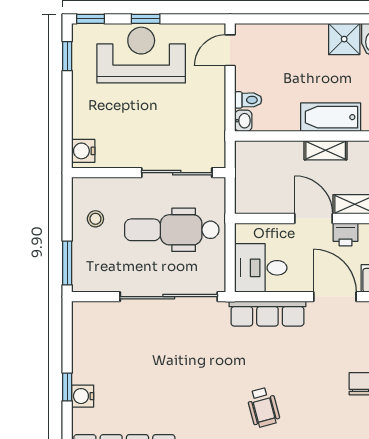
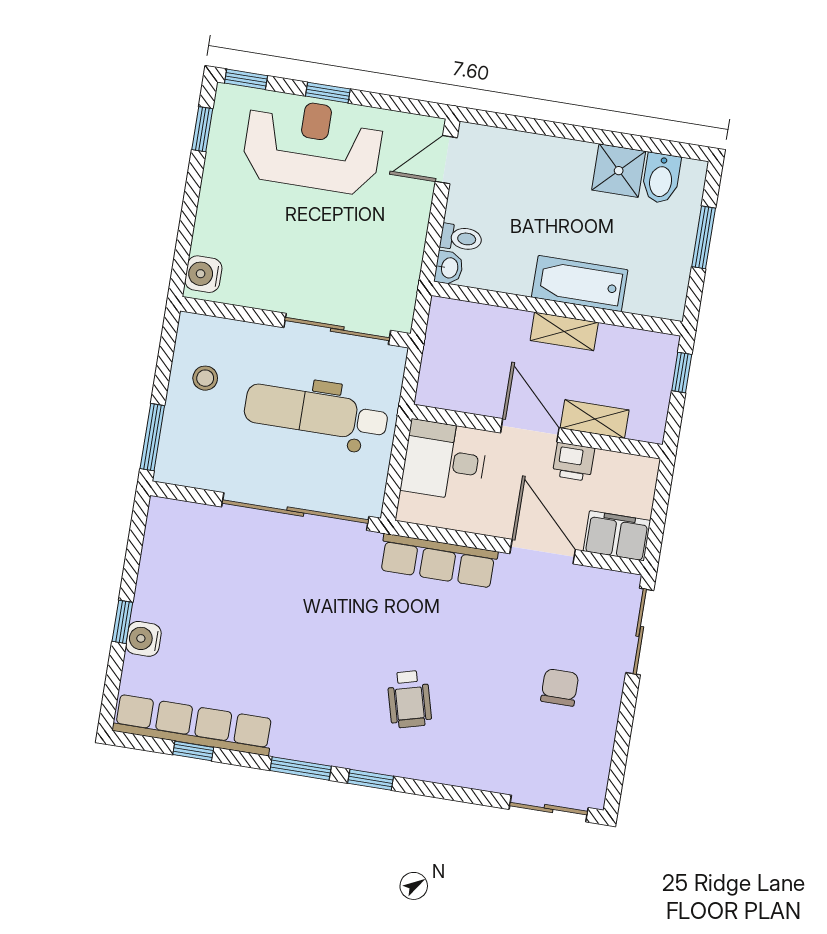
desk: (261, 268) -> (444, 461), moved

